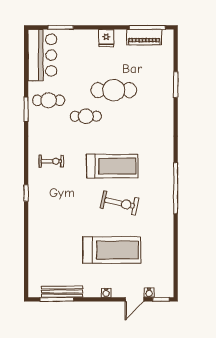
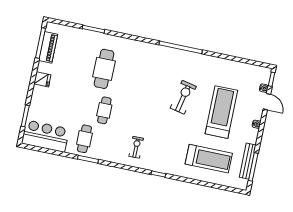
cafe table: (114, 90) -> (104, 69), moved
treadmill: (112, 166) -> (209, 159), moved, turned 90

